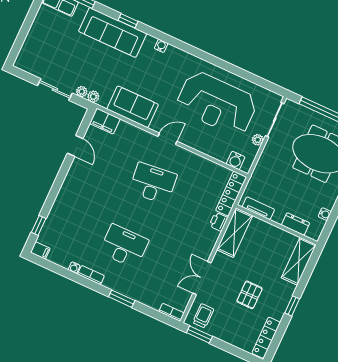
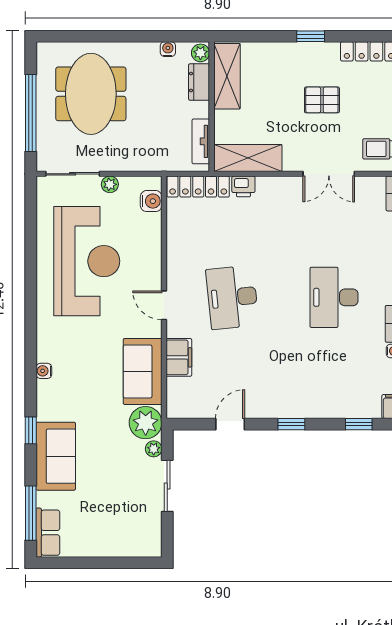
sofa: (113, 32) -> (56, 456), width x0.73
plant: (93, 97) -> (146, 423), width x1.88, depth x1.88
filing cabinet: (105, 121) -> (179, 357), moved
window: (58, 184) -> (291, 424), added
plant: (313, 233) -> (200, 53), added
shelving: (299, 261) -> (227, 76), moved, turned 90

